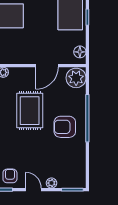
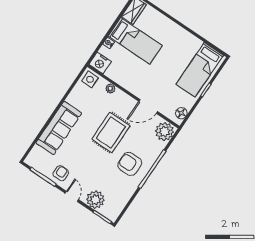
plant: (51, 183) -> (95, 200), width x1.87, depth x1.87

